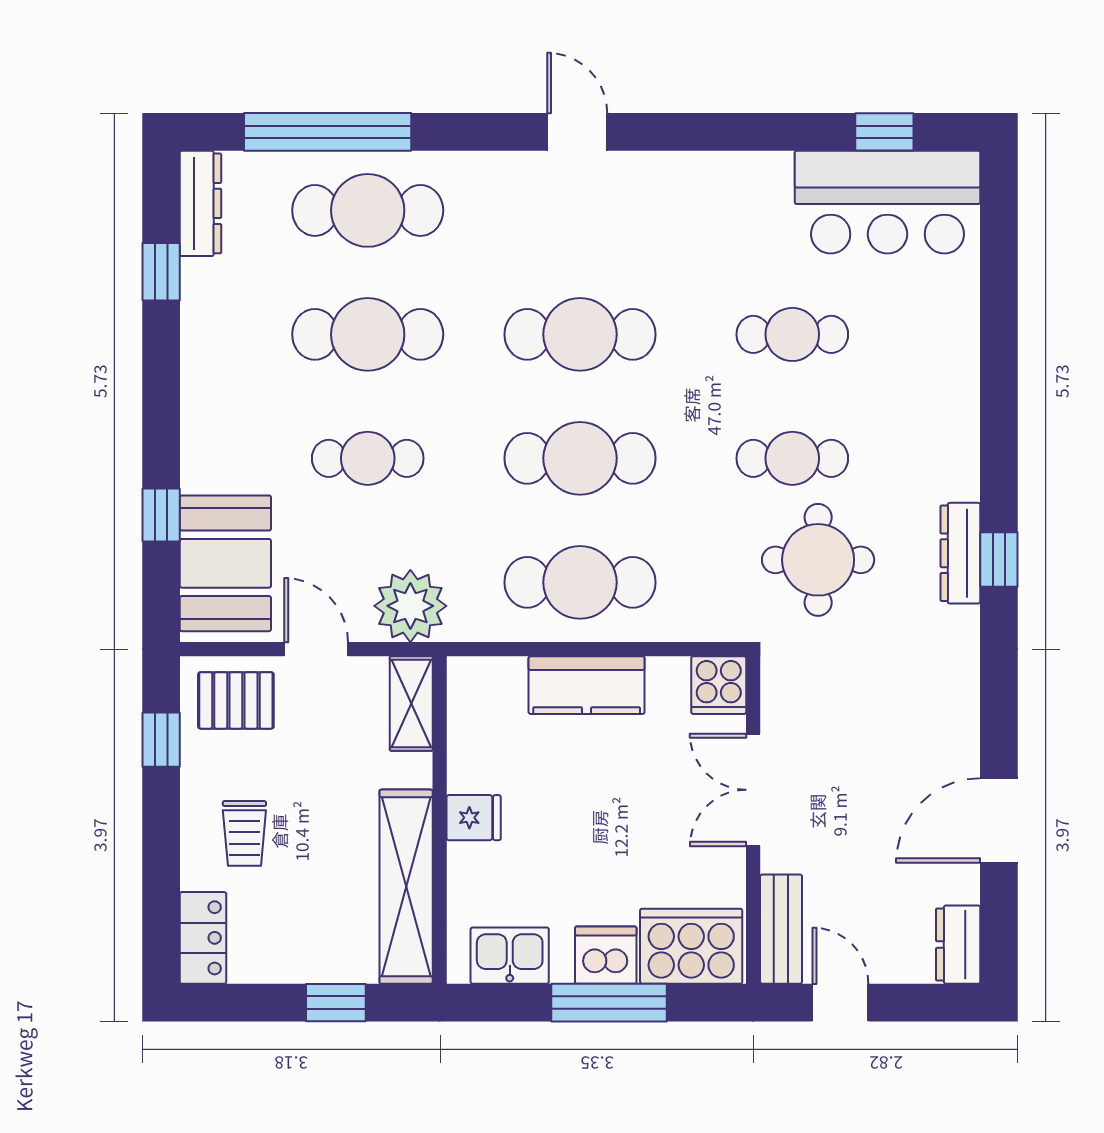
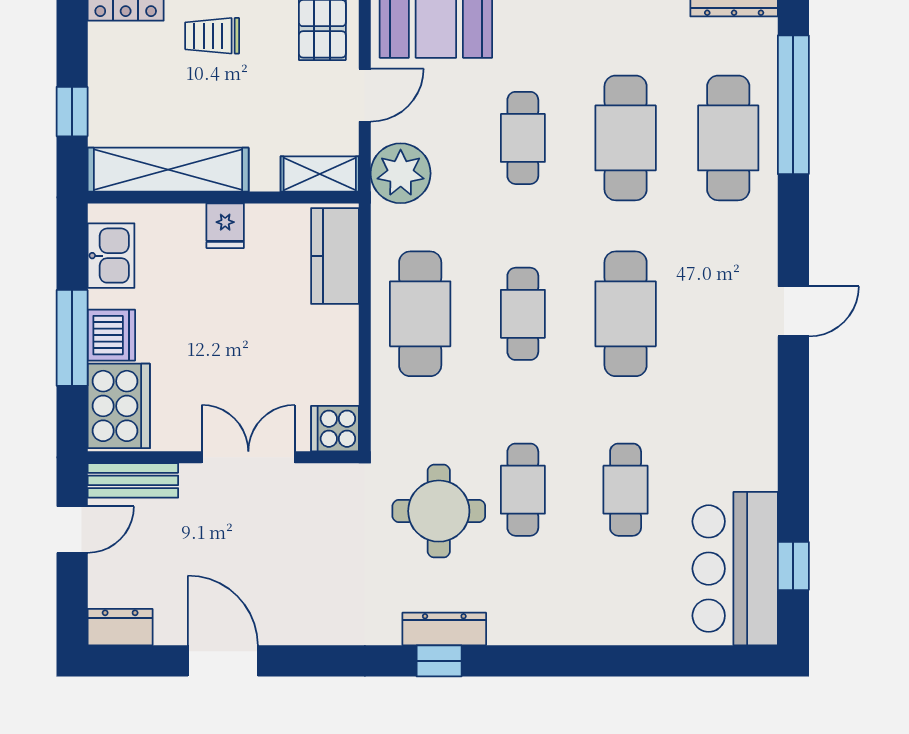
cafe table: (580, 458) -> (523, 314), width x0.73, depth x0.74
kitchen counter: (587, 685) -> (335, 256), moved

